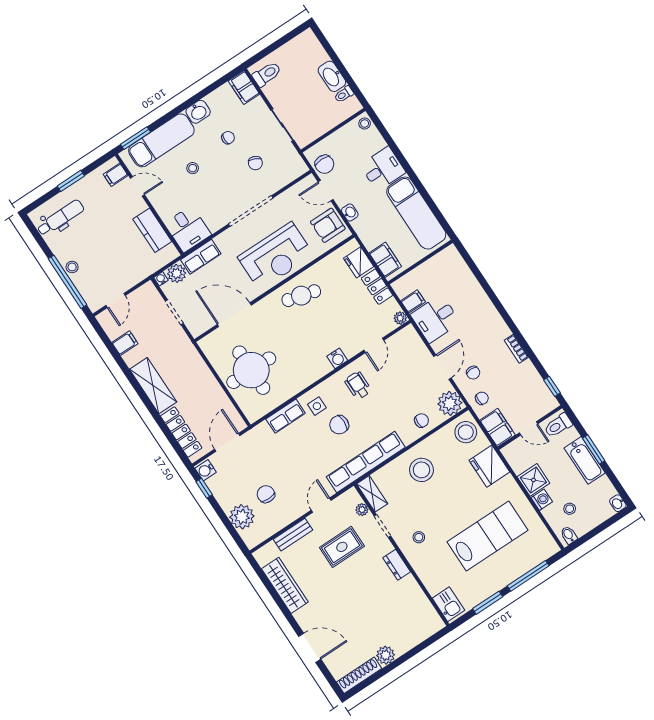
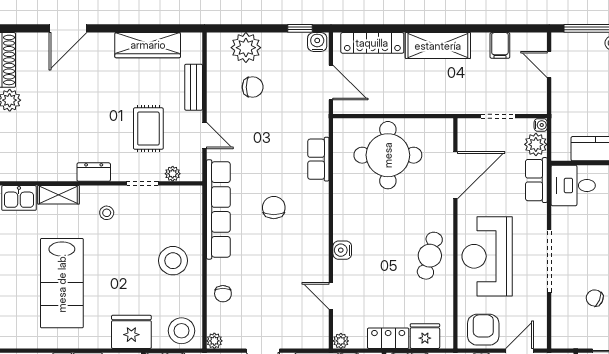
wheelchair: (358, 385) -> (301, 253), removed
plant: (450, 403) -> (214, 341), width x0.53, depth x0.53
side table: (317, 406) -> (308, 198), removed
shelving: (372, 494) -> (58, 195), moved

